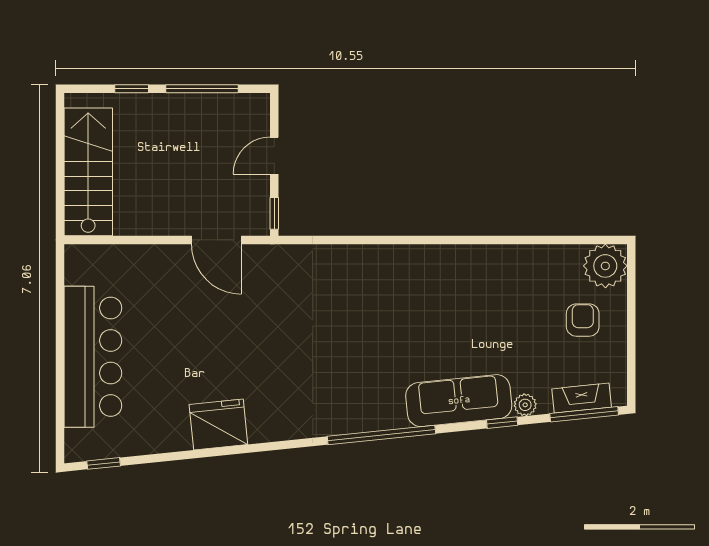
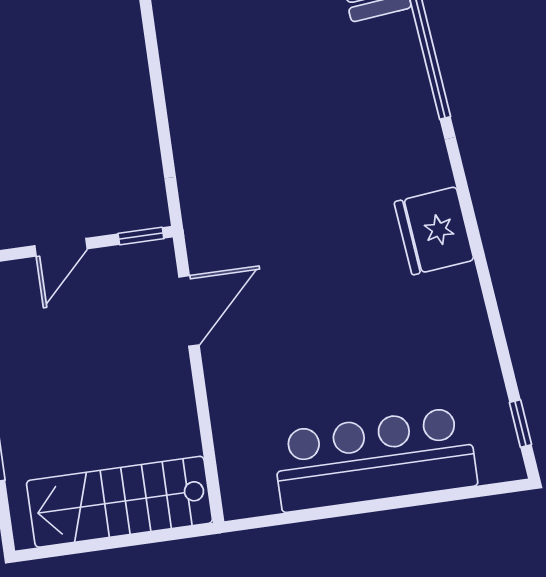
door: (274, 156) -> (61, 247), hinge flipped
fridge: (218, 425) -> (434, 231), moved

